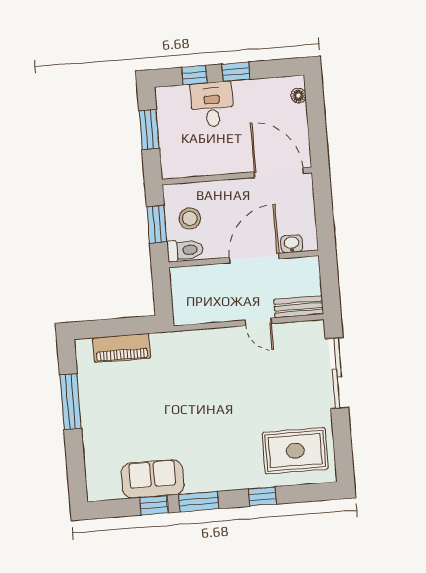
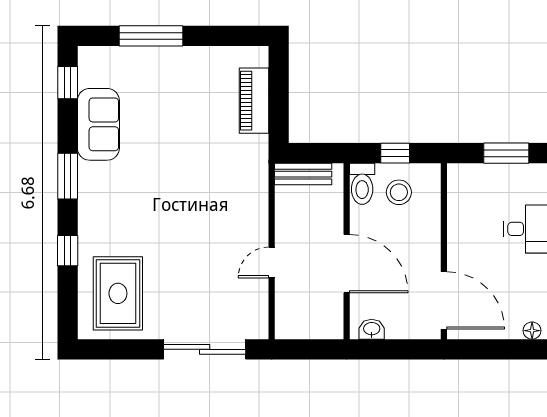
door: (279, 173) -> (444, 300), hinge flipped
window: (157, 224) -> (395, 153), width x0.67
washbasin: (292, 244) -> (372, 329), moved, turned -90
bench: (299, 307) -> (303, 174), moved, turned 90
window: (71, 402) -> (151, 36), moved
window: (154, 505) -> (68, 83), moved

